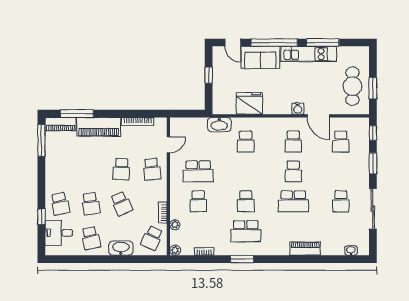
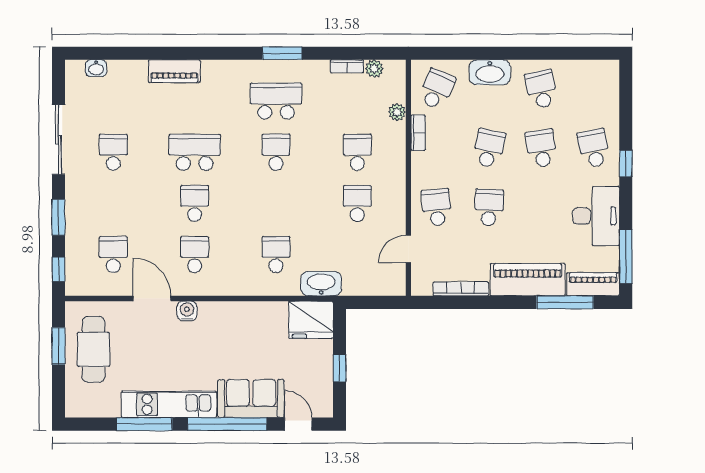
fridge: (249, 103) -> (311, 320), moved
school desk: (198, 171) -> (357, 203), width x0.54
school desk: (121, 204) -> (489, 148), turned 36
window: (41, 217) -> (626, 164), moved
desk: (59, 233) -> (596, 216), moved, width x1.37
plant: (175, 250) -> (374, 69), moved

